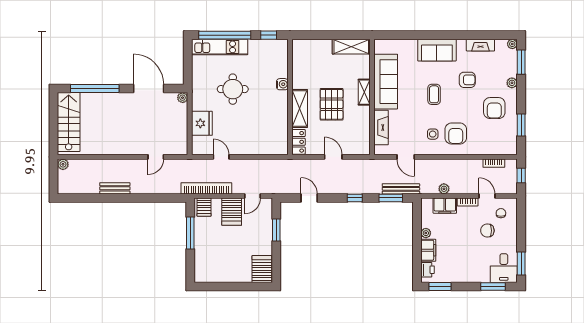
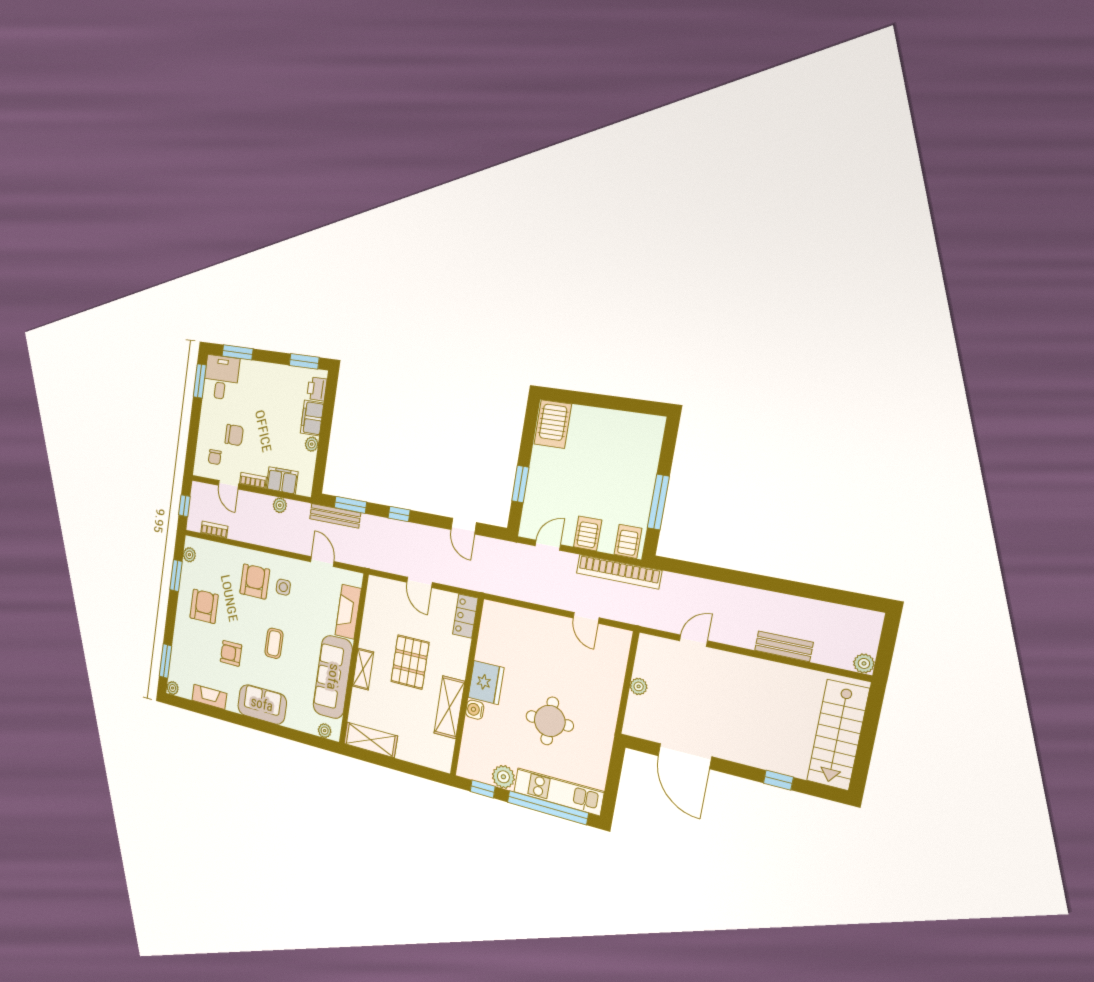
plant: (386, 44) -> (325, 731), added
plant: (256, 47) -> (503, 777), added
plant: (512, 83) -> (189, 555), moved
window: (95, 89) -> (778, 780), width x0.32
plant: (183, 98) -> (639, 686), moved
shelving: (300, 108) -> (449, 707), moved
fridge: (202, 123) -> (486, 683), moved, turned 180
bench: (115, 188) -> (784, 646), moved
server rack: (232, 212) -> (588, 533), width x0.73, depth x0.70

